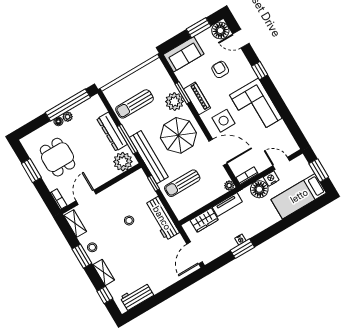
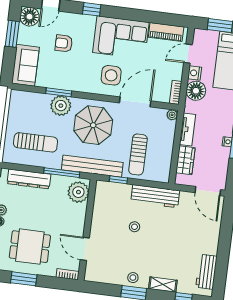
piano: (197, 98) -> (166, 32), moved, turned 180
sun lounger: (134, 104) -> (36, 142), turned -90
dresser: (112, 132) -> (29, 179), moved
shelving: (75, 224) -> (100, 276), removed

